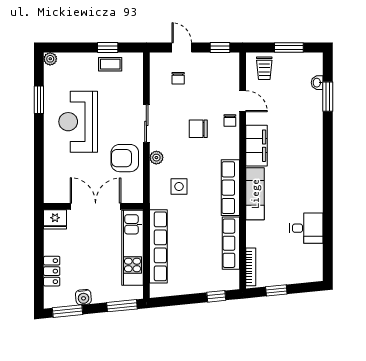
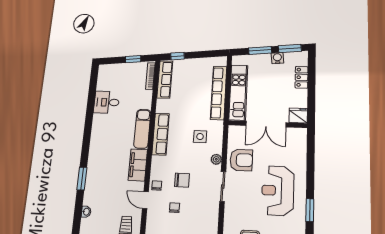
chair: (178, 78) -> (174, 208), moved
window: (328, 97) -> (82, 179), moved
reception desk: (78, 122) -> (278, 191), turned 180
row of seats: (231, 243) -> (165, 79), moved
window: (122, 306) -> (260, 50), moved

